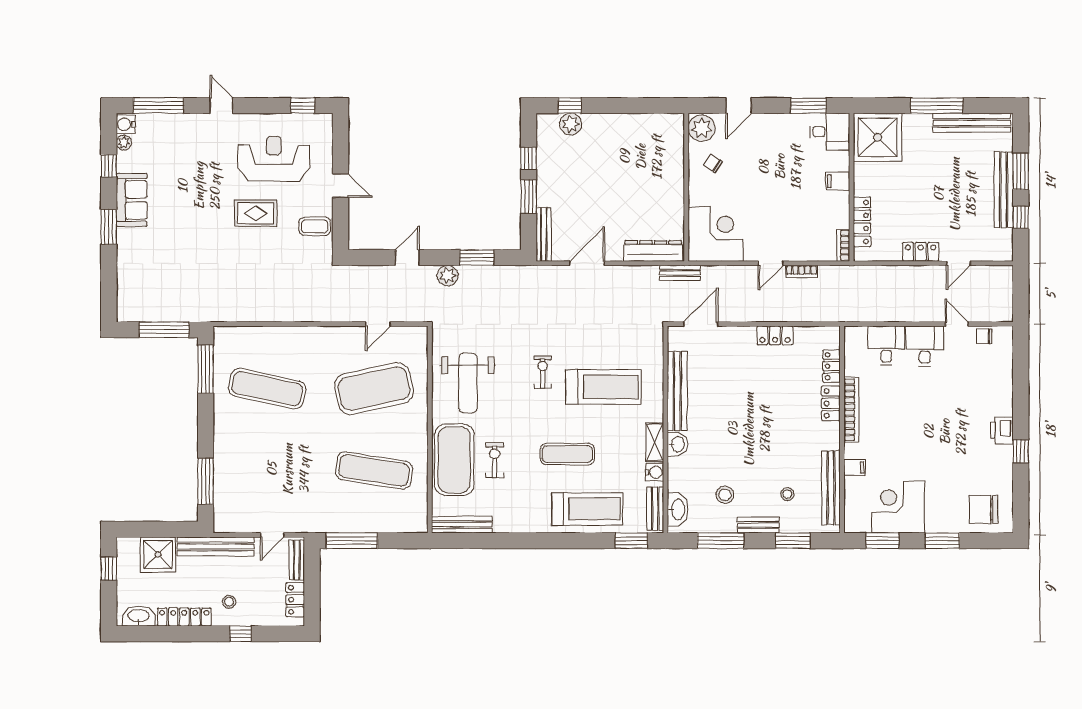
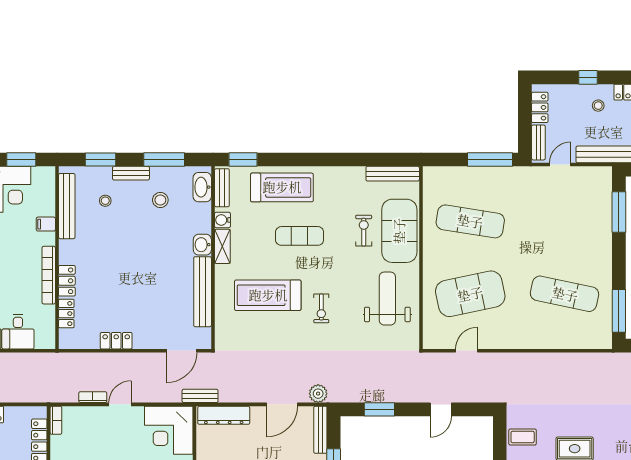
plant: (448, 276) -> (318, 394), moved
exercise bike: (495, 460) -> (364, 231), turned 180
treadmill: (587, 509) -> (282, 187), turned 180

